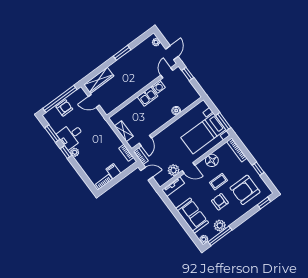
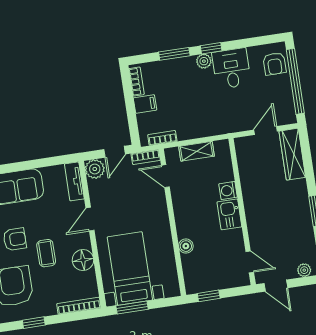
window: (188, 74) -> (209, 296), moved
washing machine: (159, 87) -> (228, 191), moved
armchair: (64, 108) -> (275, 64), moved
window: (52, 134) -> (174, 54), moved
plant: (174, 170) -> (95, 169), moved

